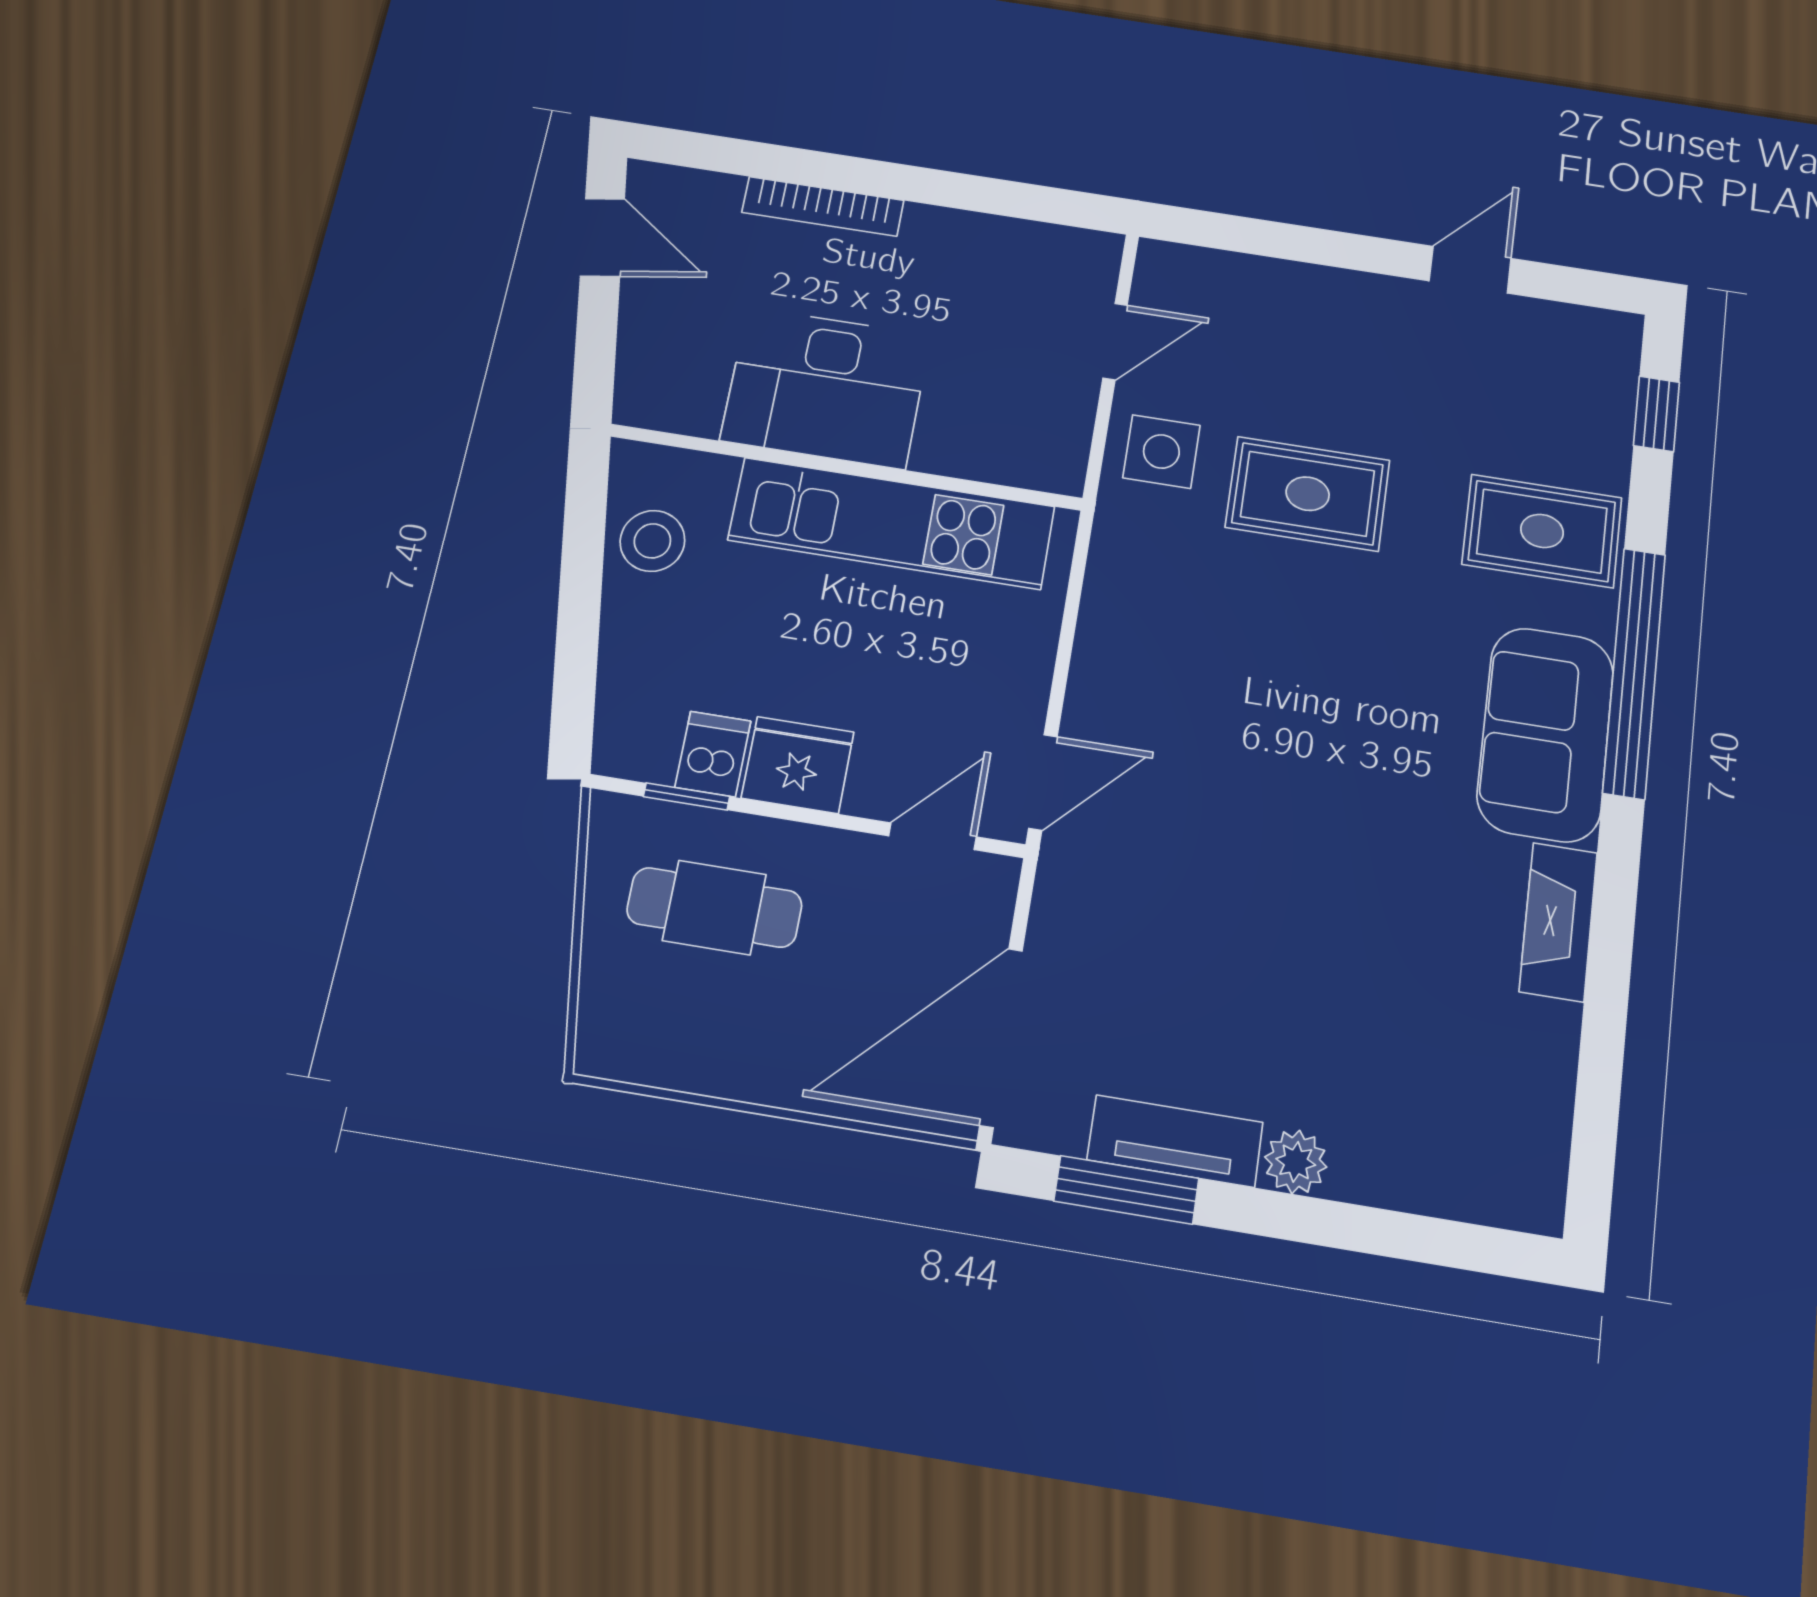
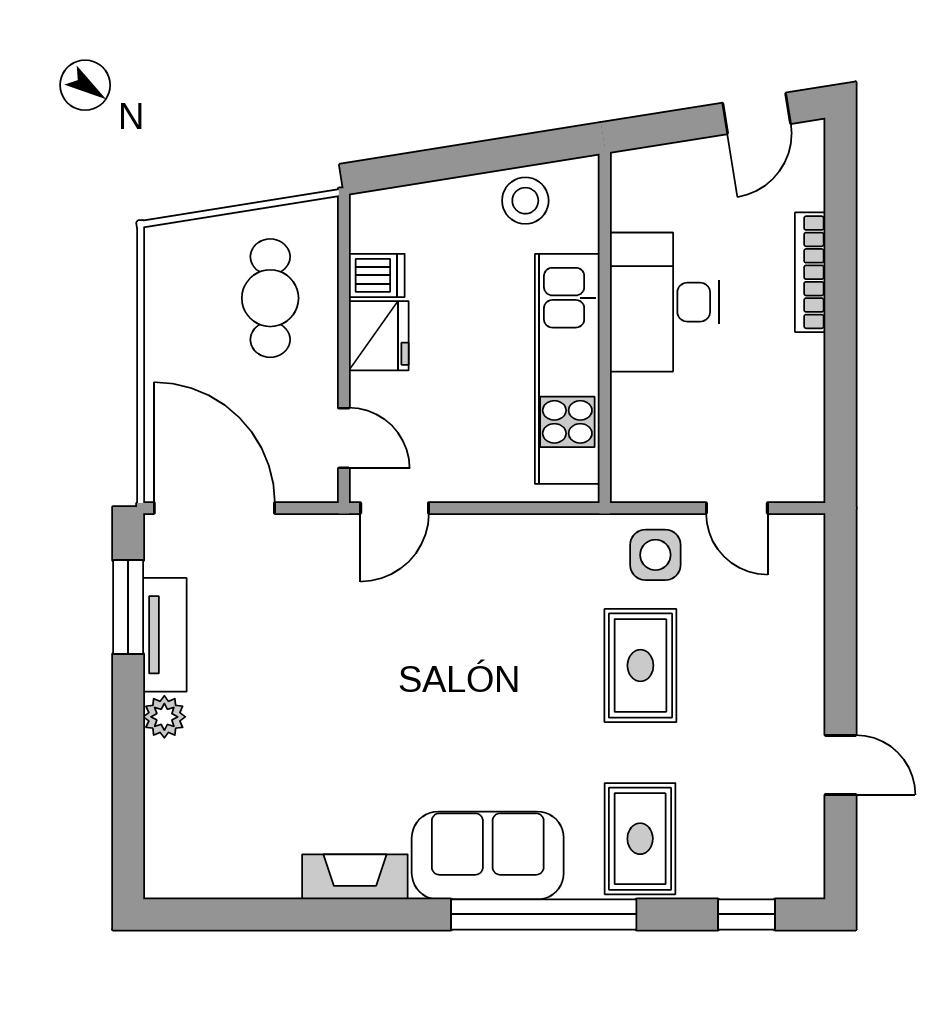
door: (1043, 782) -> (395, 508), hinge flipped
window: (687, 796) -> (344, 263), removed

